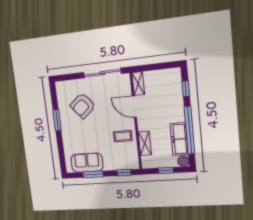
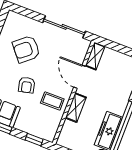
armchair: (97, 133) -> (27, 85), added
shelving: (145, 143) -> (76, 108), moved

